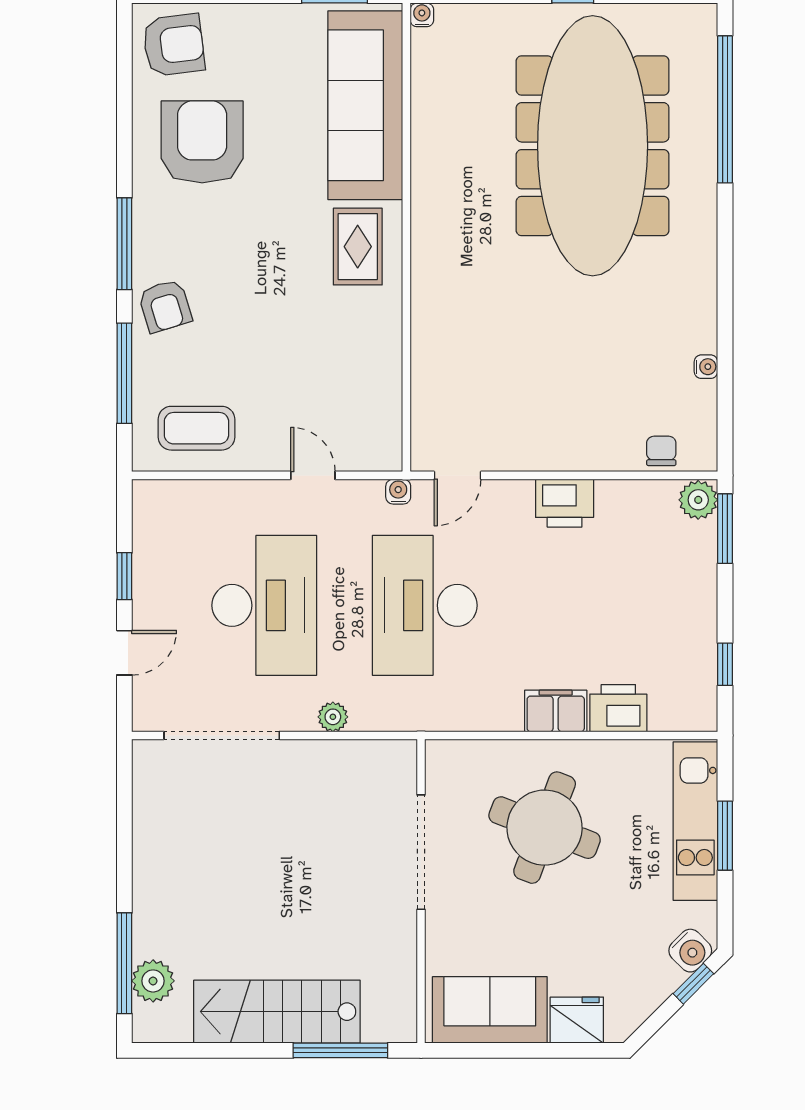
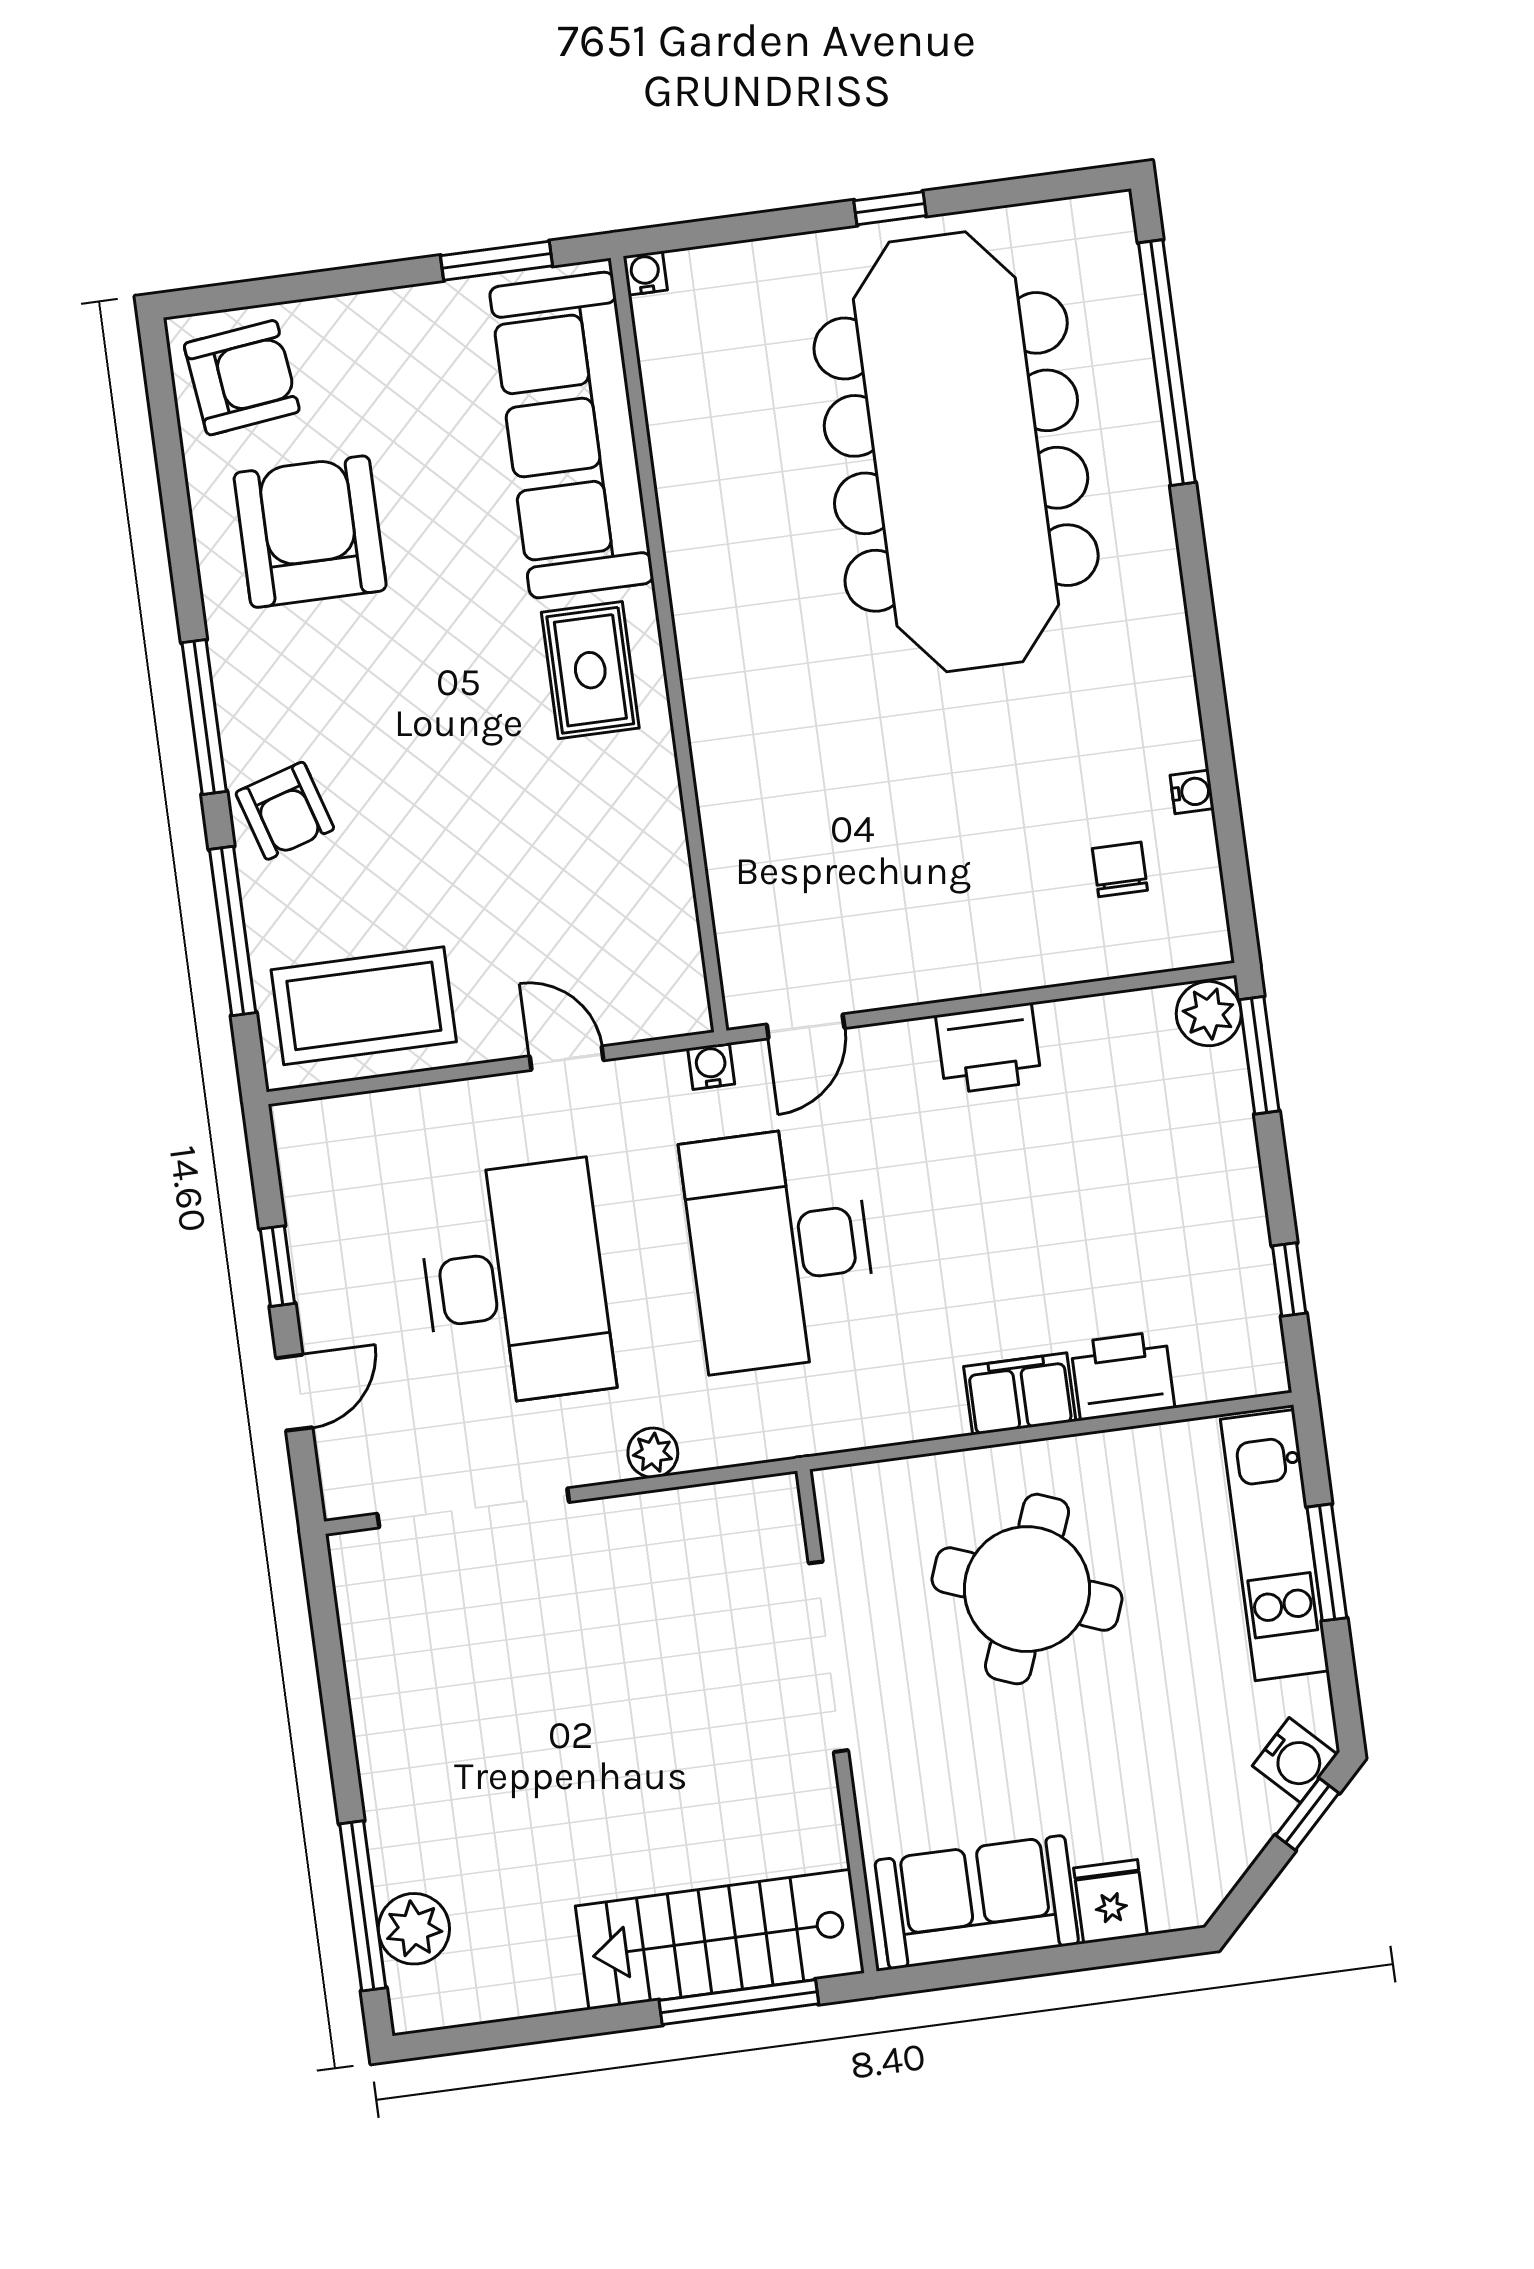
coffee table: (196, 428) -> (364, 1006), width x1.36, depth x1.32
chair: (661, 451) -> (1120, 869), moved
stairs: (277, 1012) -> (720, 1939), moved
fridge: (577, 1020) -> (1111, 1902), width x0.72

